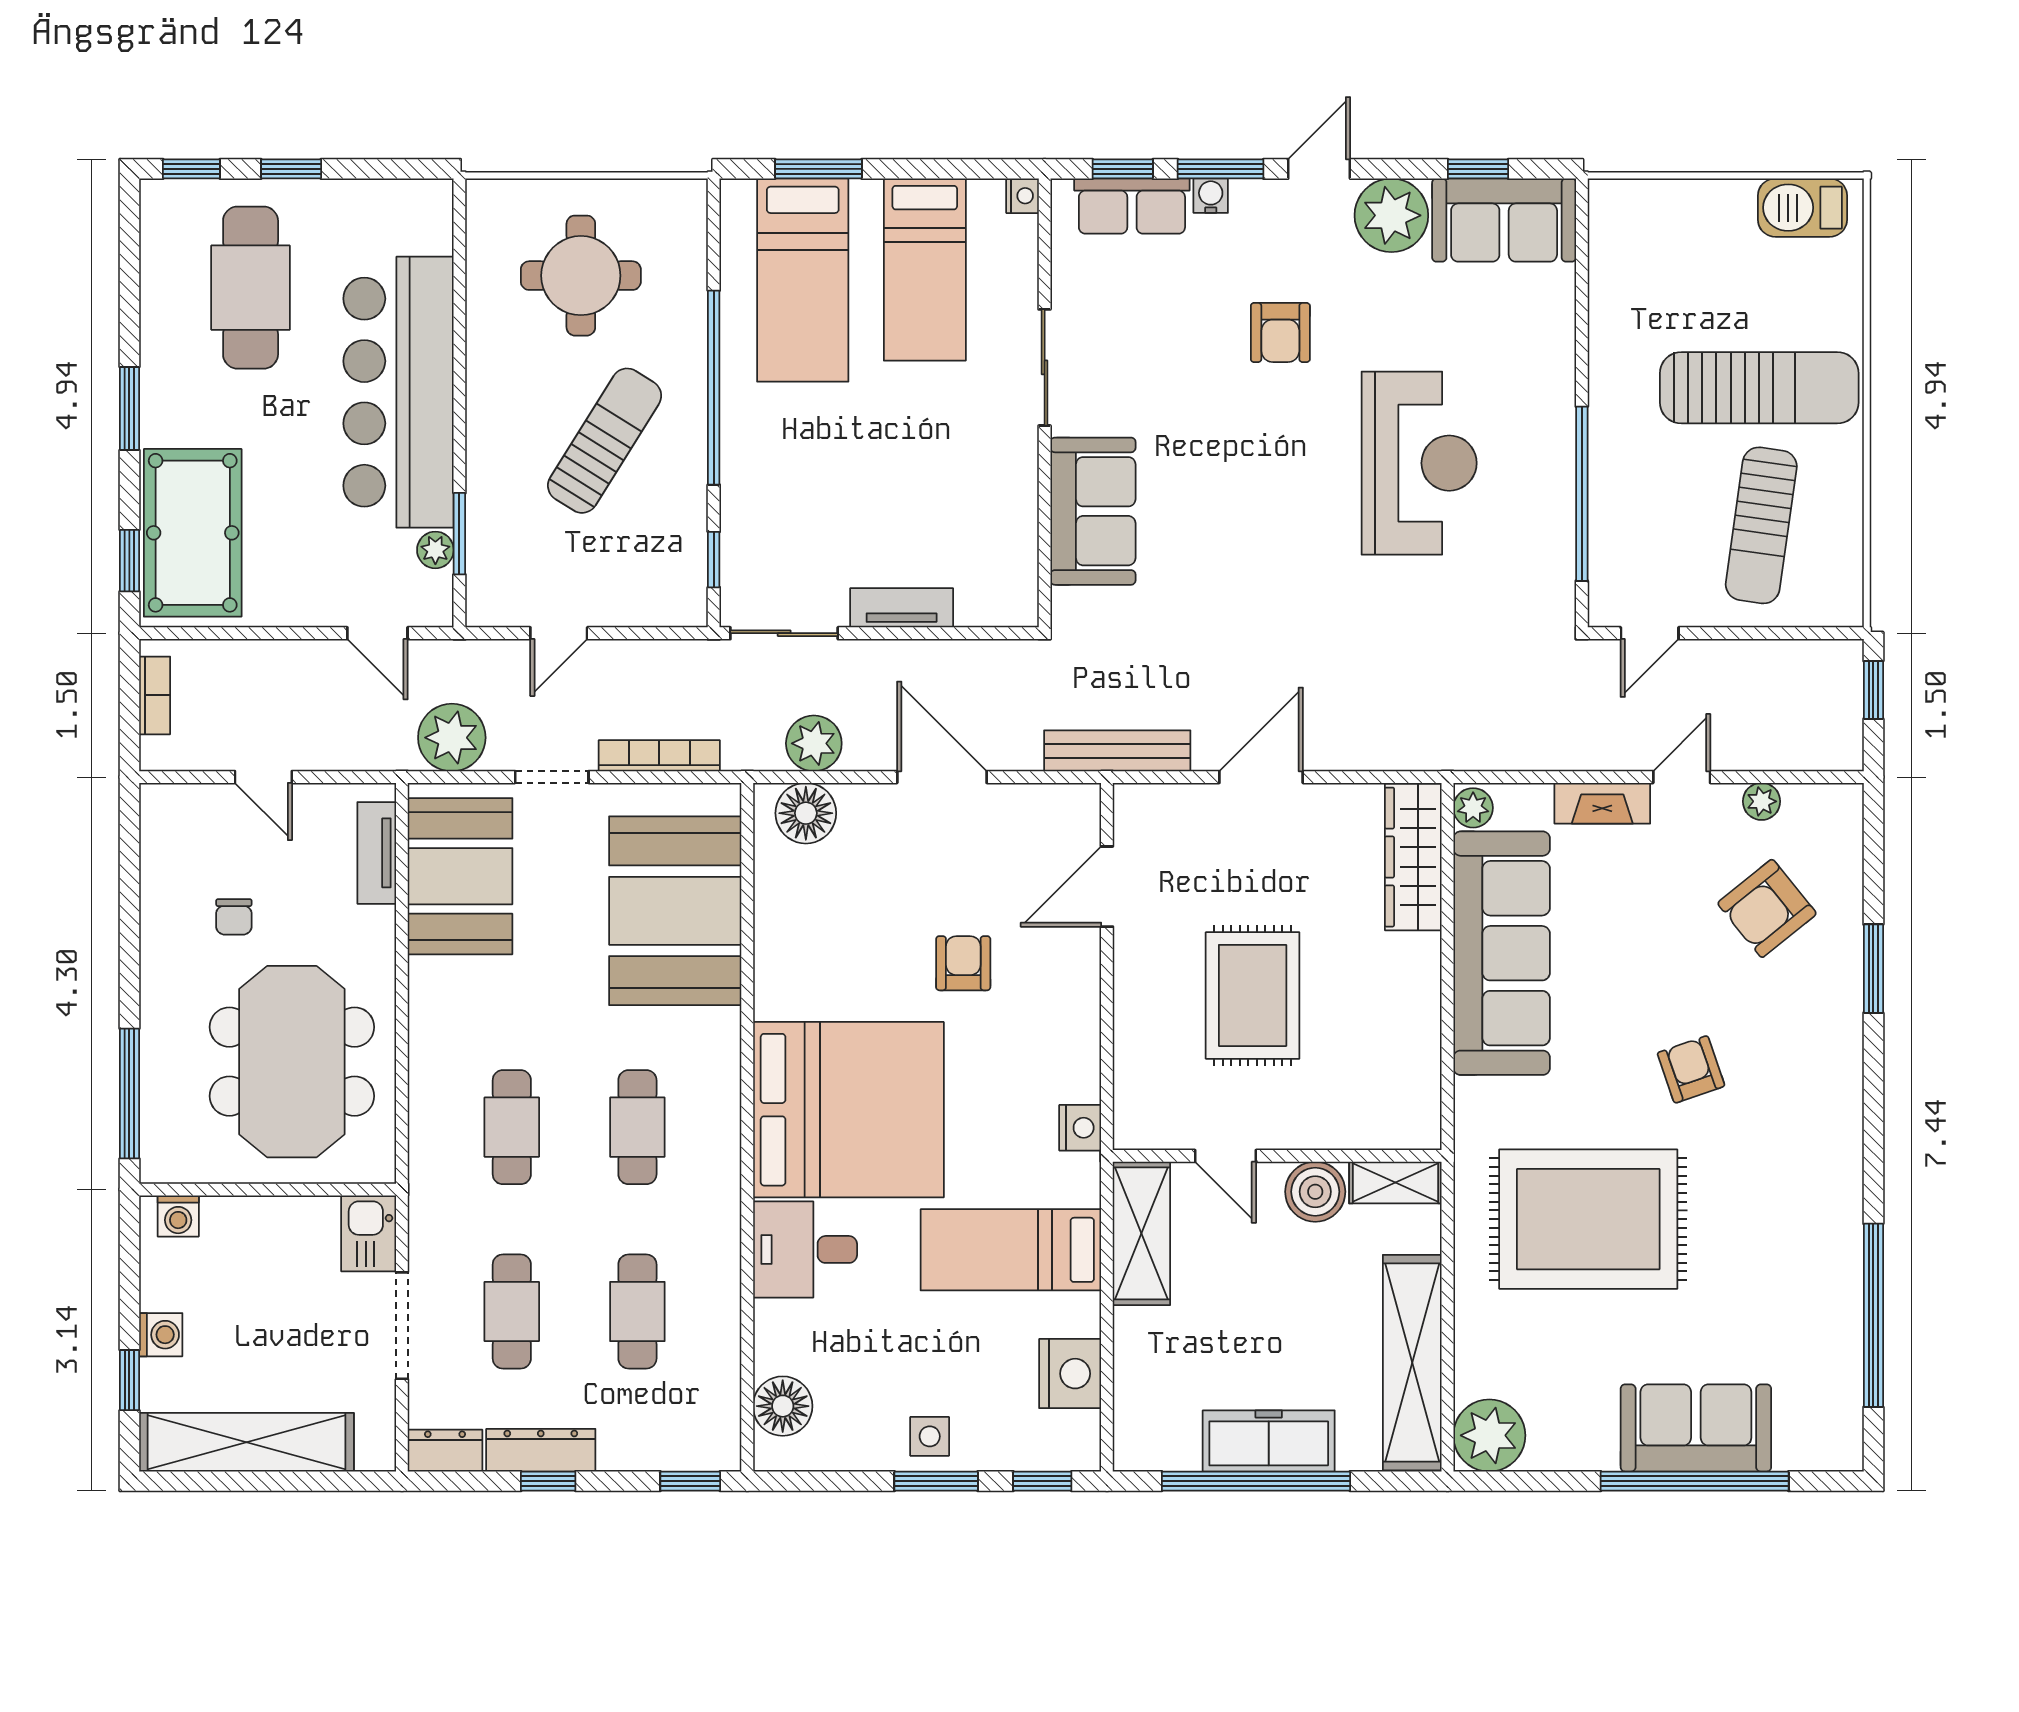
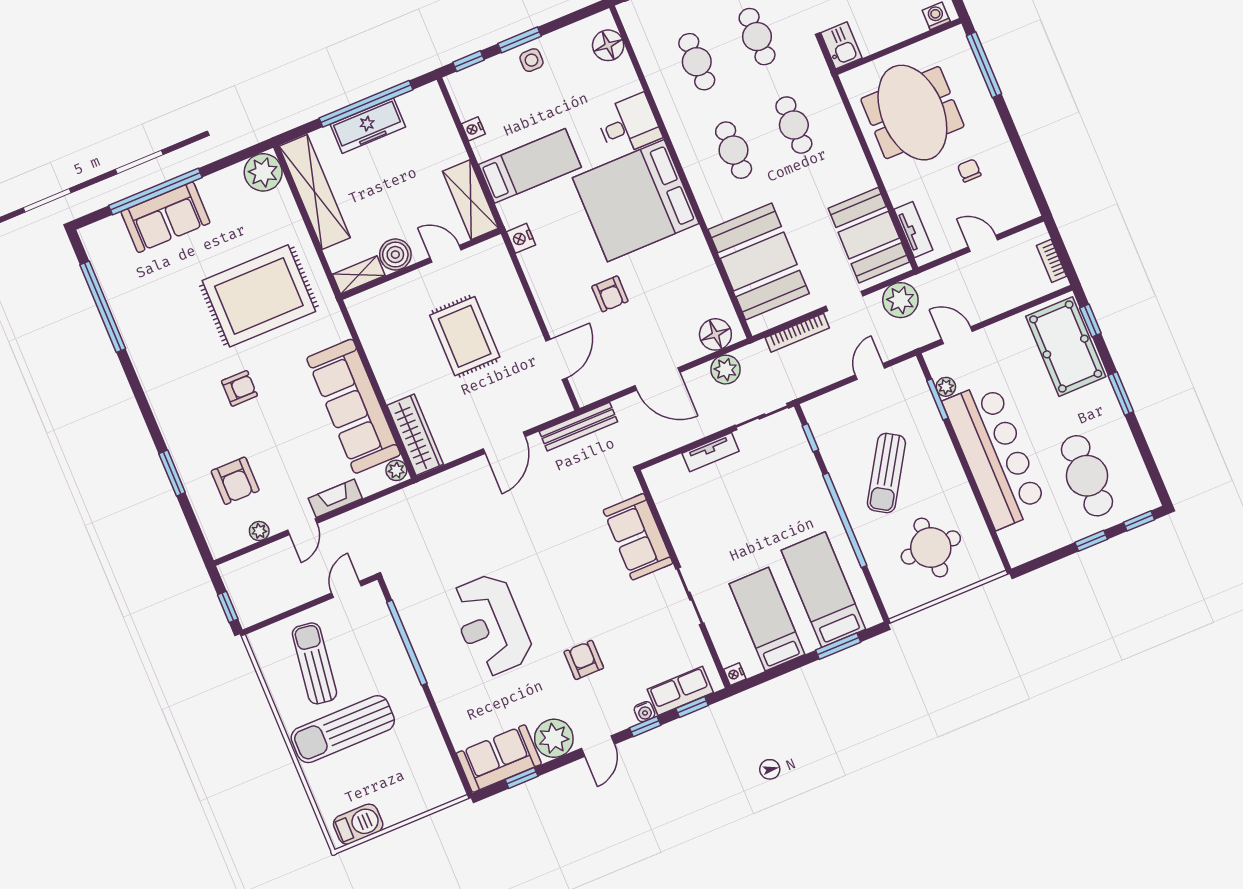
window: (1221, 169) -> (645, 726), width x0.67
armchair: (1767, 908) -> (235, 481), turned 129
armchair: (1691, 1069) -> (239, 388), turned -71
nightstand: (1070, 1374) -> (473, 129), width x0.53, depth x0.56

